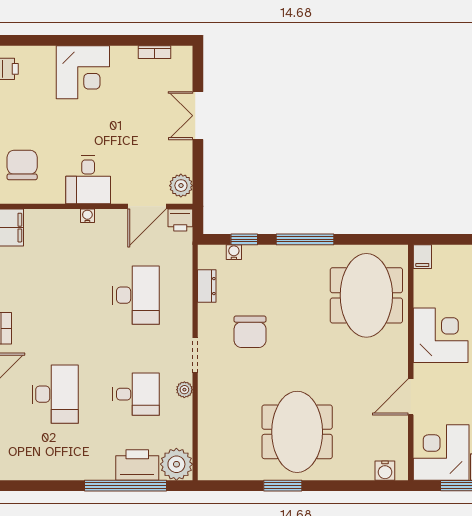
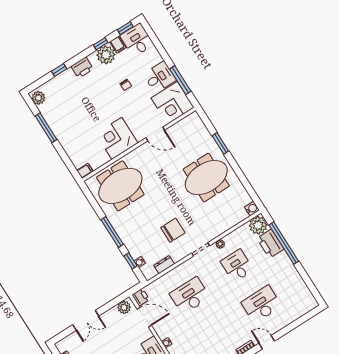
water cooler: (385, 471) -> (252, 209), moved
window: (283, 486) -> (220, 143), moved

